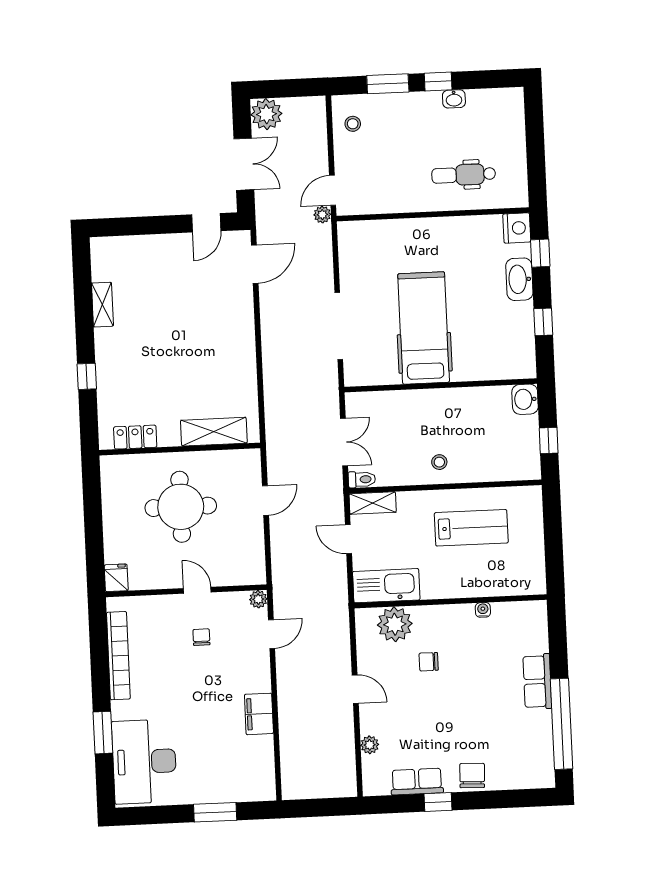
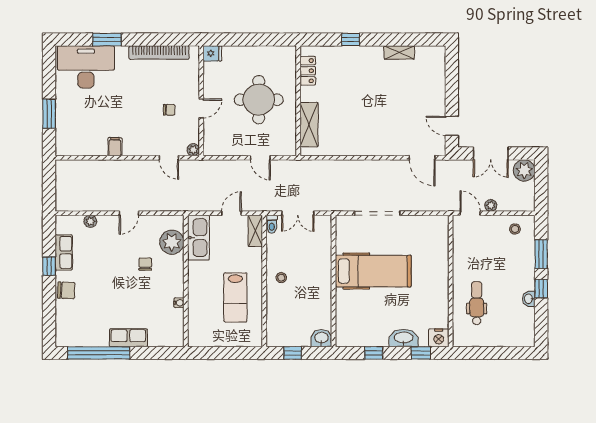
plant: (322, 215) -> (491, 205), moved
filing cabinet: (259, 714) -> (115, 147), width x0.50

